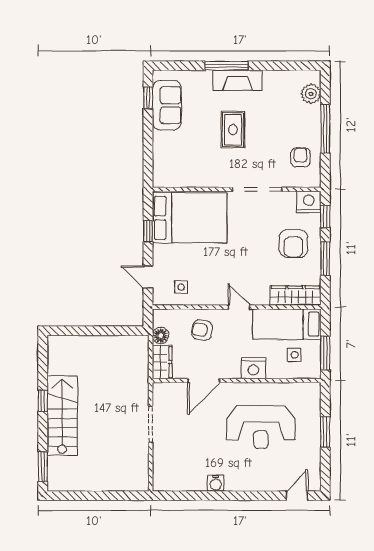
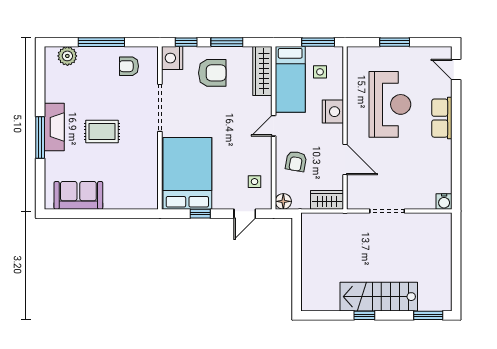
window: (148, 98) -> (71, 214), removed
floor lamp: (161, 336) -> (283, 201), moved
row of seats: (247, 481) -> (442, 118), added
water cooler: (216, 483) -> (444, 201), moved, turned 90

